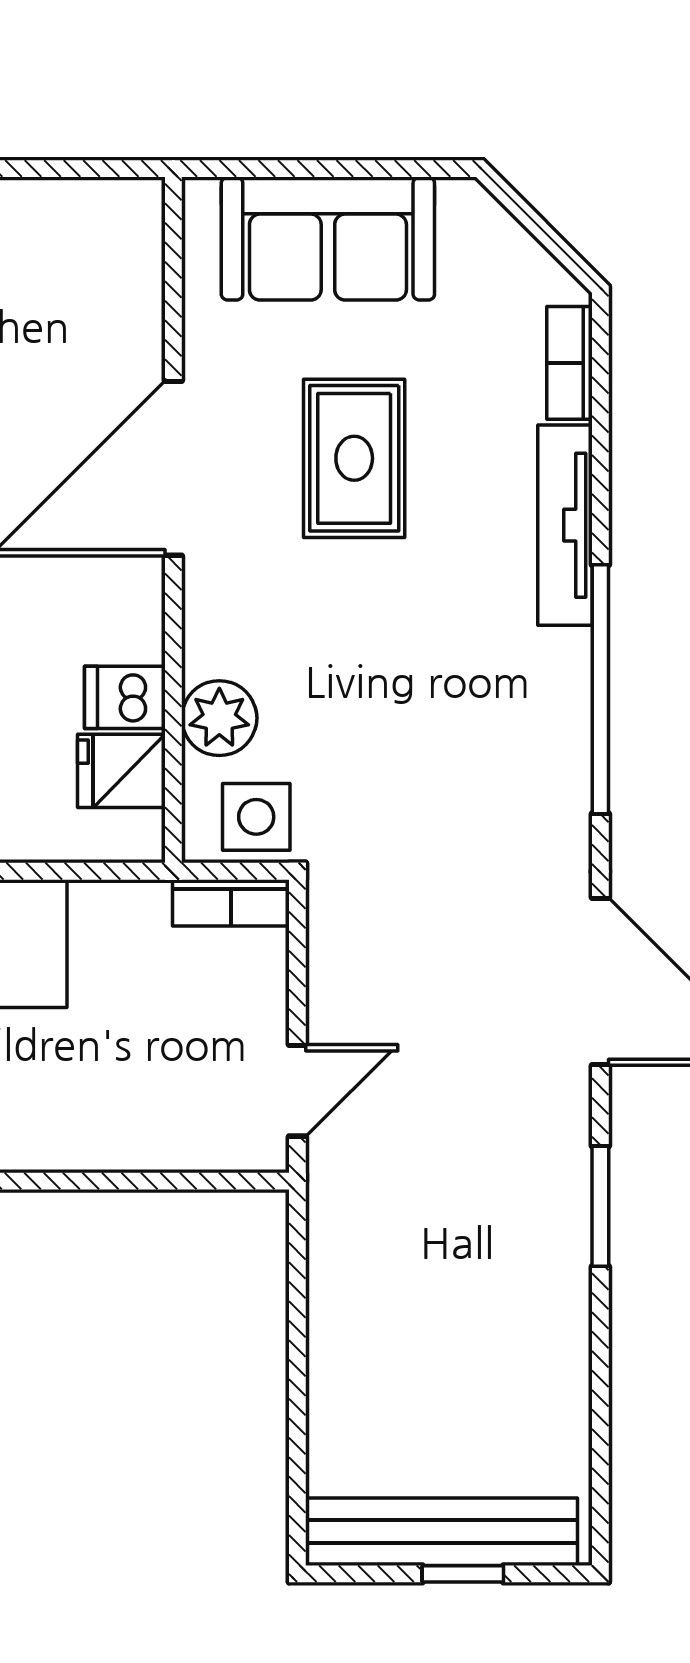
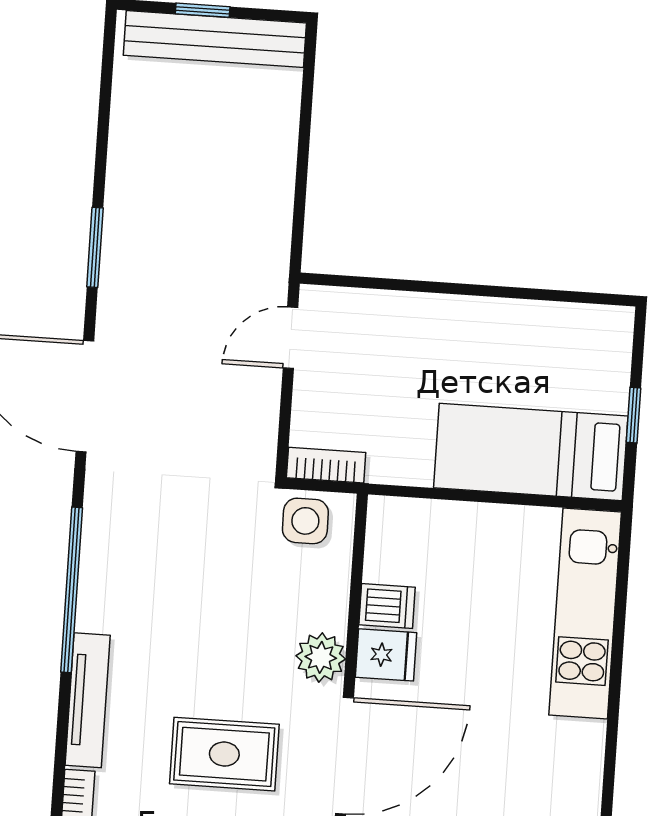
rug: (354, 458) -> (224, 754), turned 90
plant: (219, 718) -> (321, 657), moved
fridge: (121, 771) -> (386, 655), moved

